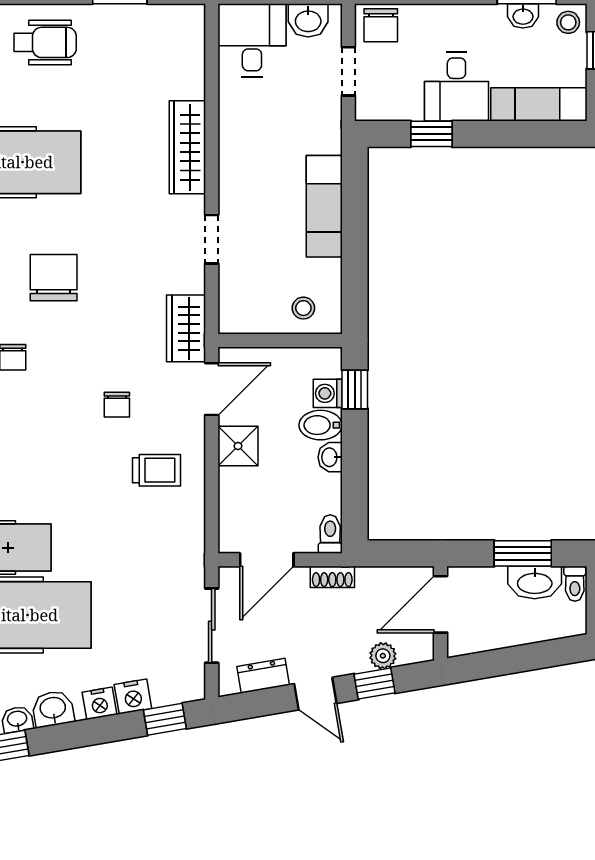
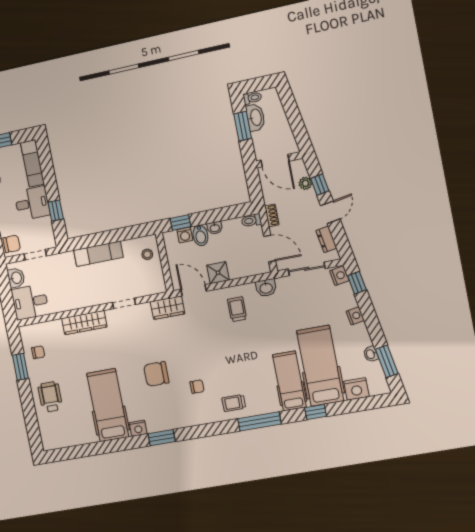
chair: (117, 405) -> (38, 352), moved
nightstand: (133, 696) -> (339, 276), moved
washbasin: (53, 709) -> (266, 288), moved, turned -80

